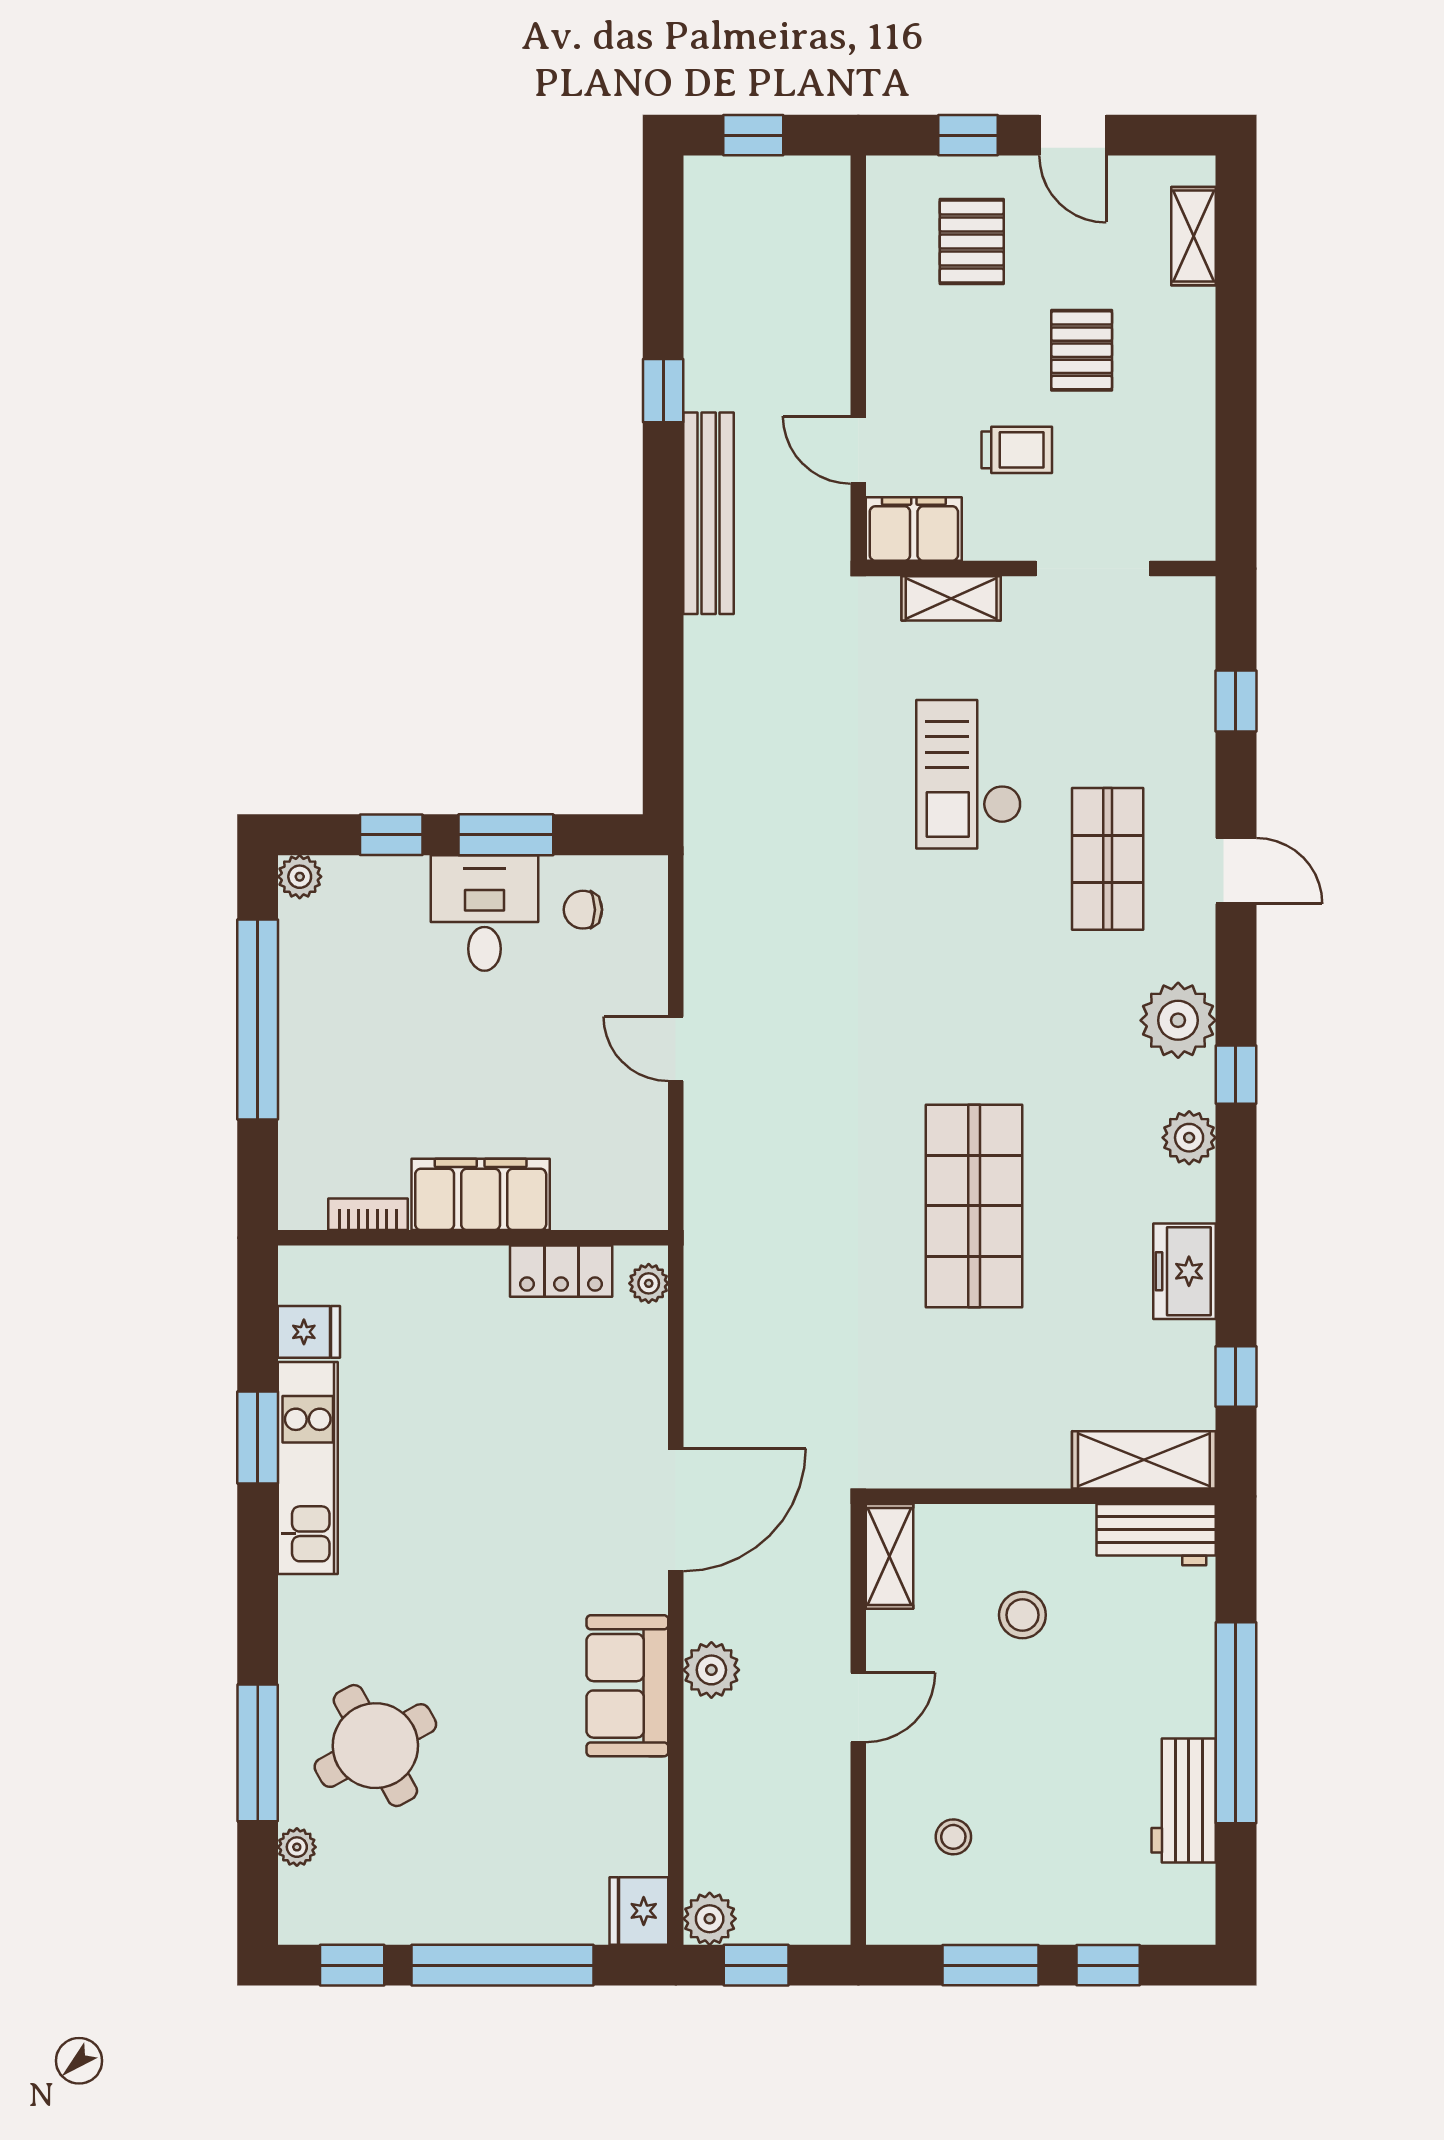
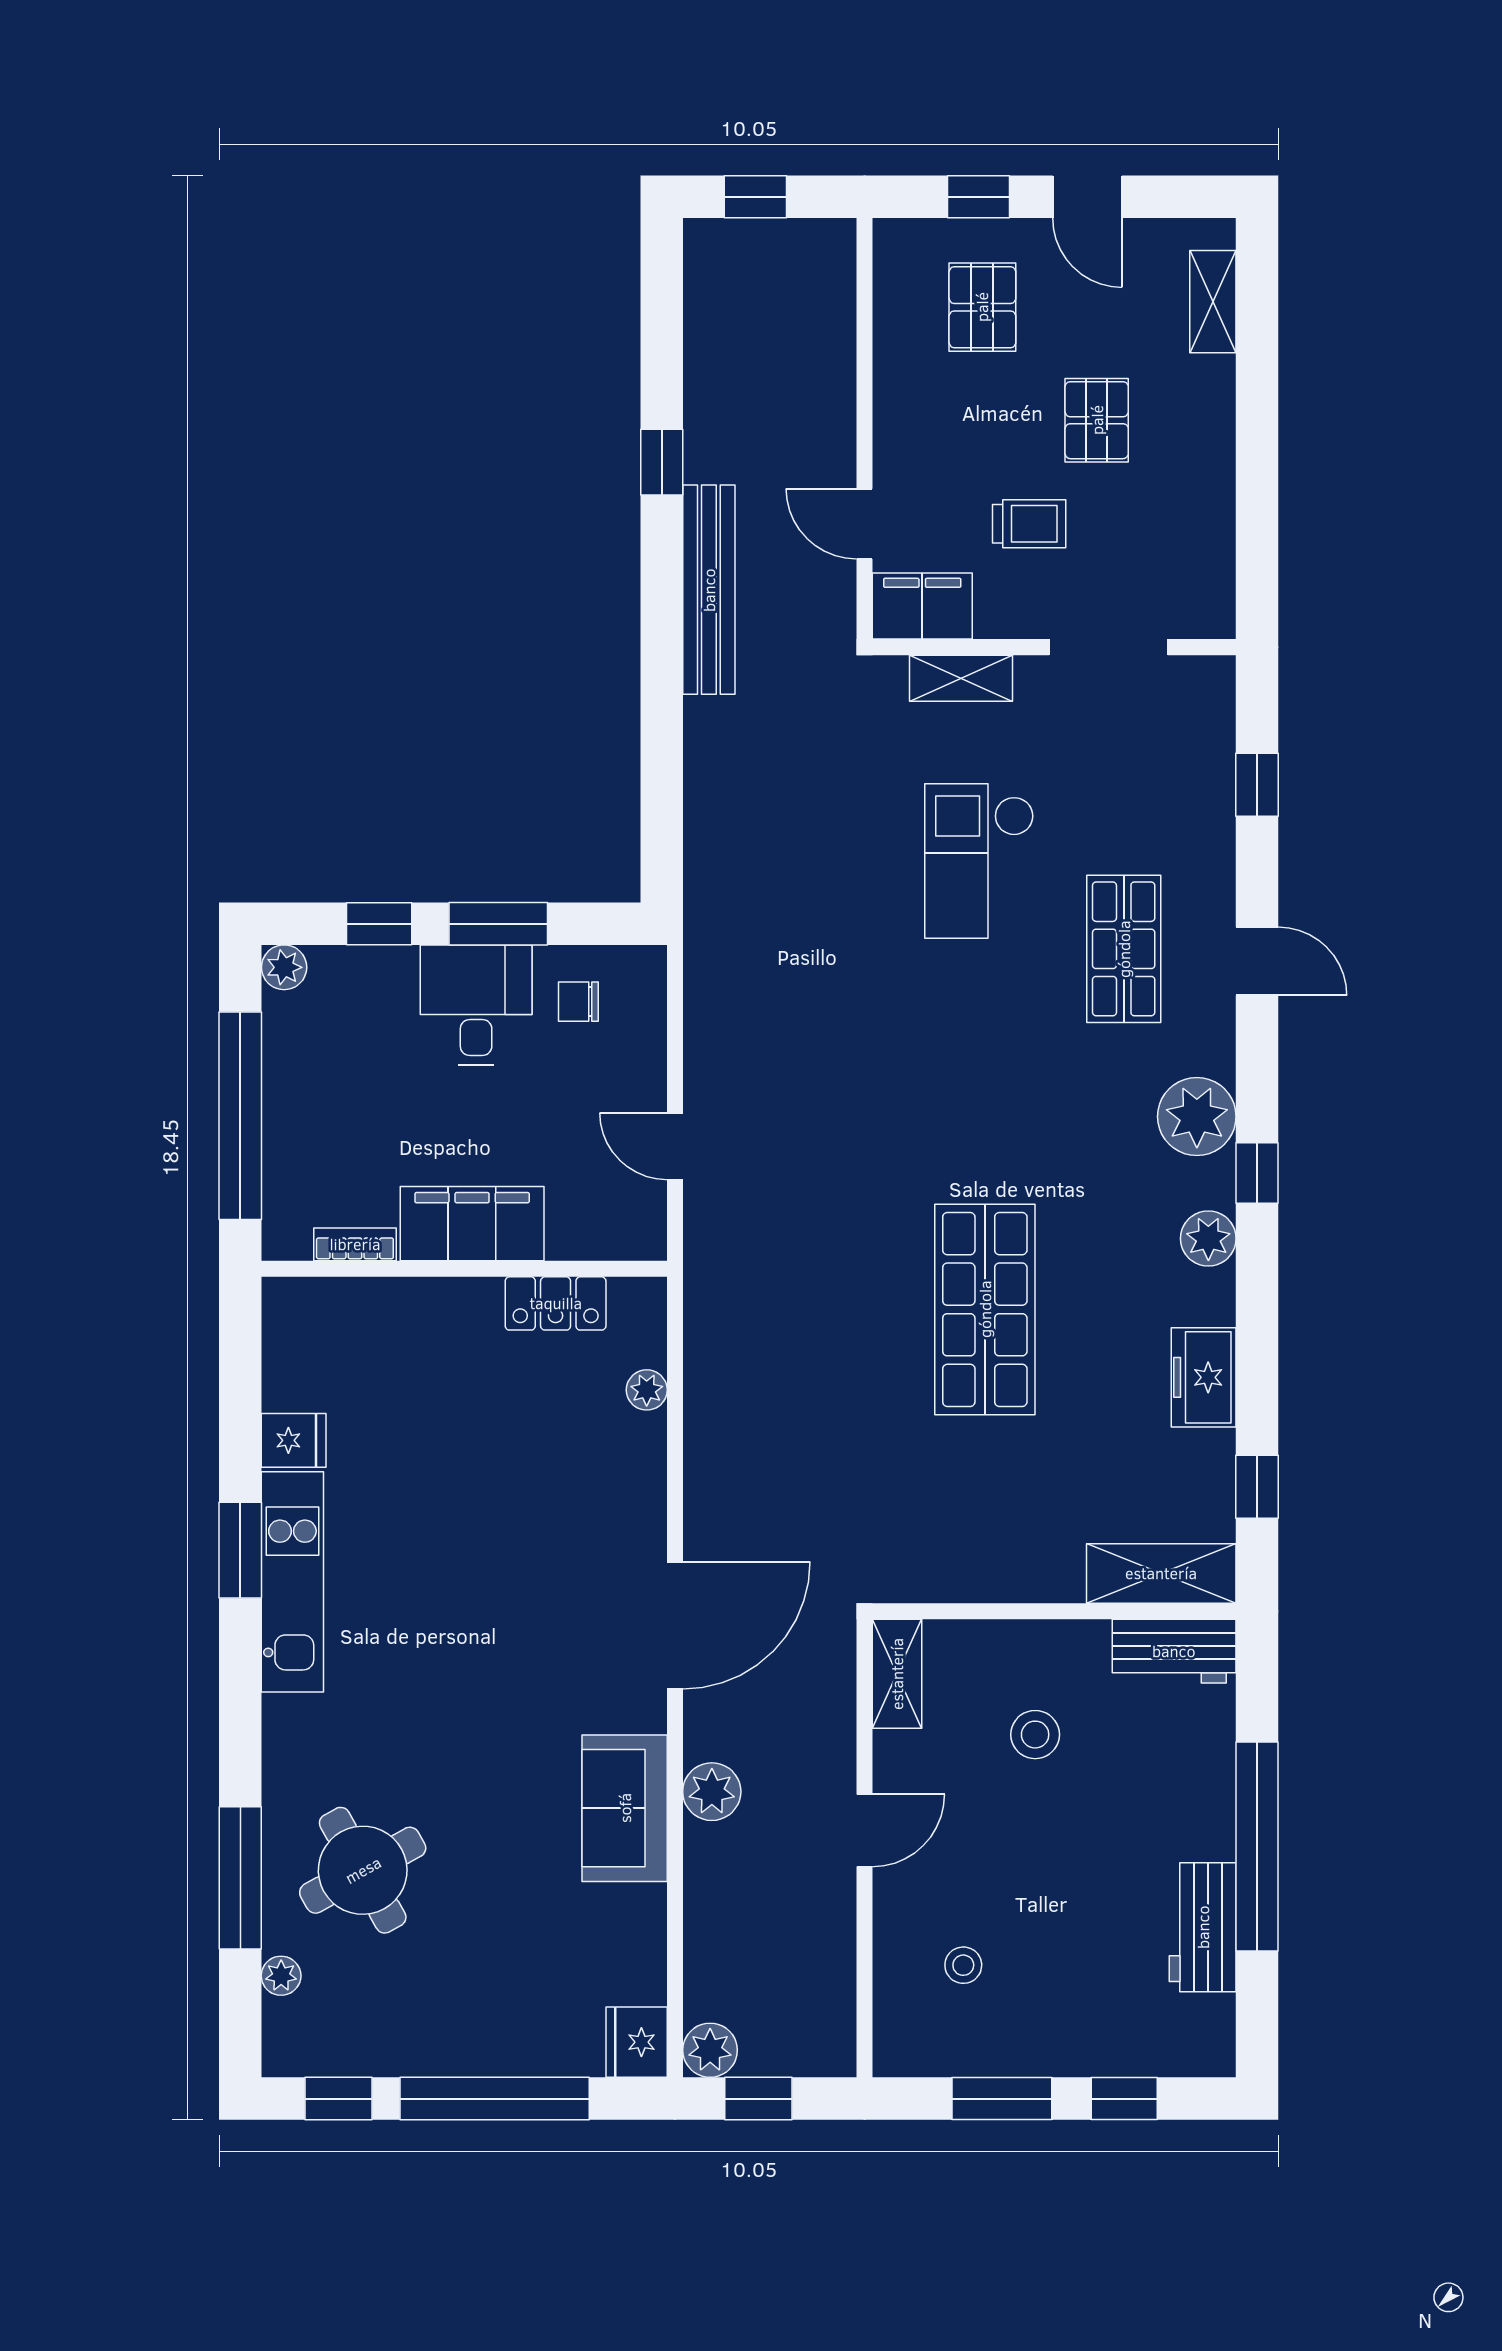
filing cabinet: (481, 1194) -> (472, 1224), moved
bookcase: (368, 1214) -> (355, 1244), moved
wall: (473, 1238) -> (464, 1269), moved
locker: (561, 1271) -> (556, 1303), moved

